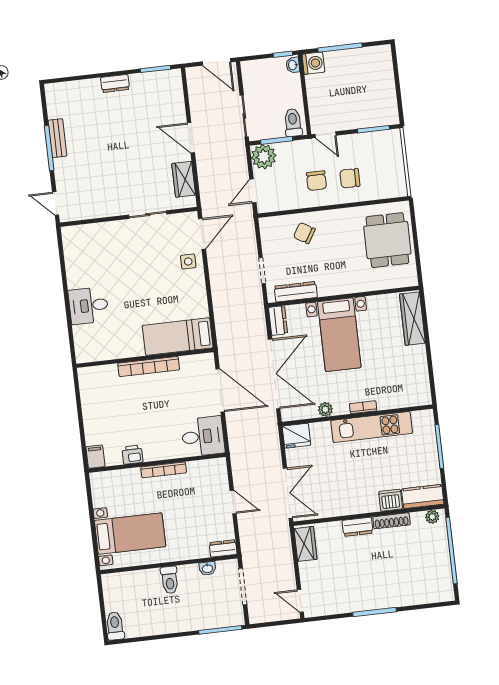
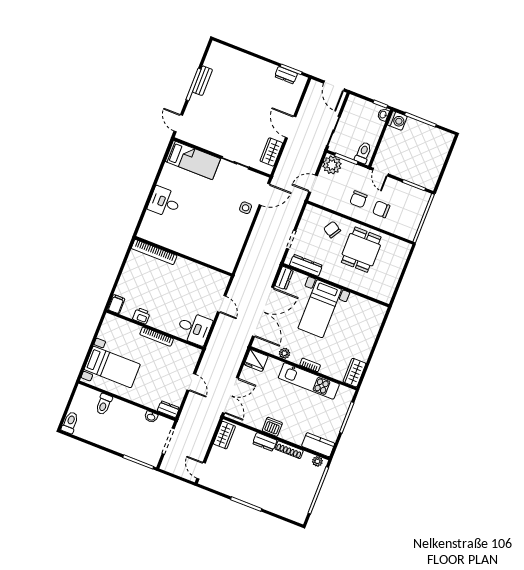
dresser: (115, 83) -> (286, 75), moved
dining table: (387, 240) -> (361, 250), moved
wardrobe: (412, 319) -> (354, 373), moved, width x0.67
bed: (178, 337) -> (193, 160), moved, turned 180
bookcase: (149, 366) -> (154, 252), moved
door: (220, 390) -> (222, 304), width x0.53
dishwasher: (391, 500) -> (272, 427), moved
toilet: (170, 580) -> (104, 404), moved

